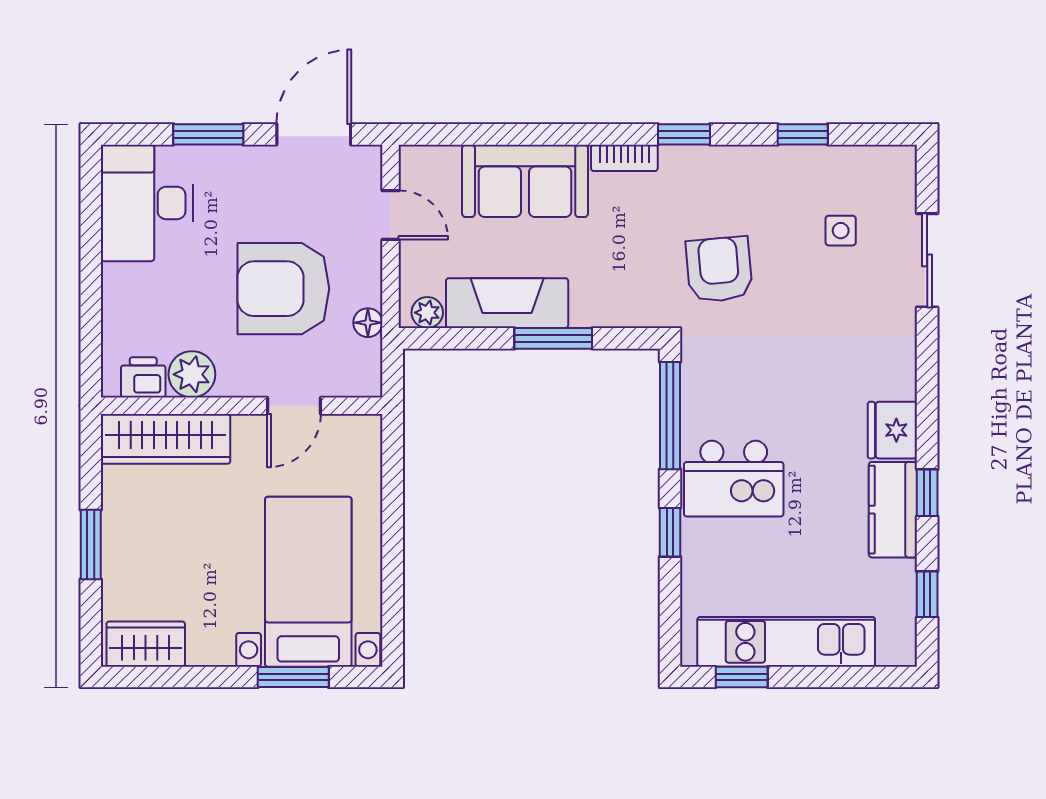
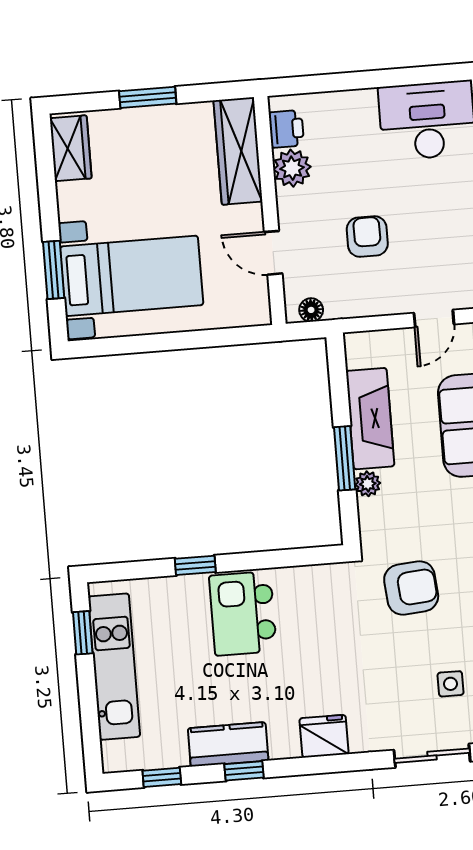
armchair: (283, 289) -> (367, 237), width x0.53, depth x0.53
plant: (427, 313) -> (368, 484), moved
floor lamp: (368, 323) -> (311, 310), moved
window: (670, 416) -> (290, 558), removed
fridge: (892, 430) -> (324, 736), moved

